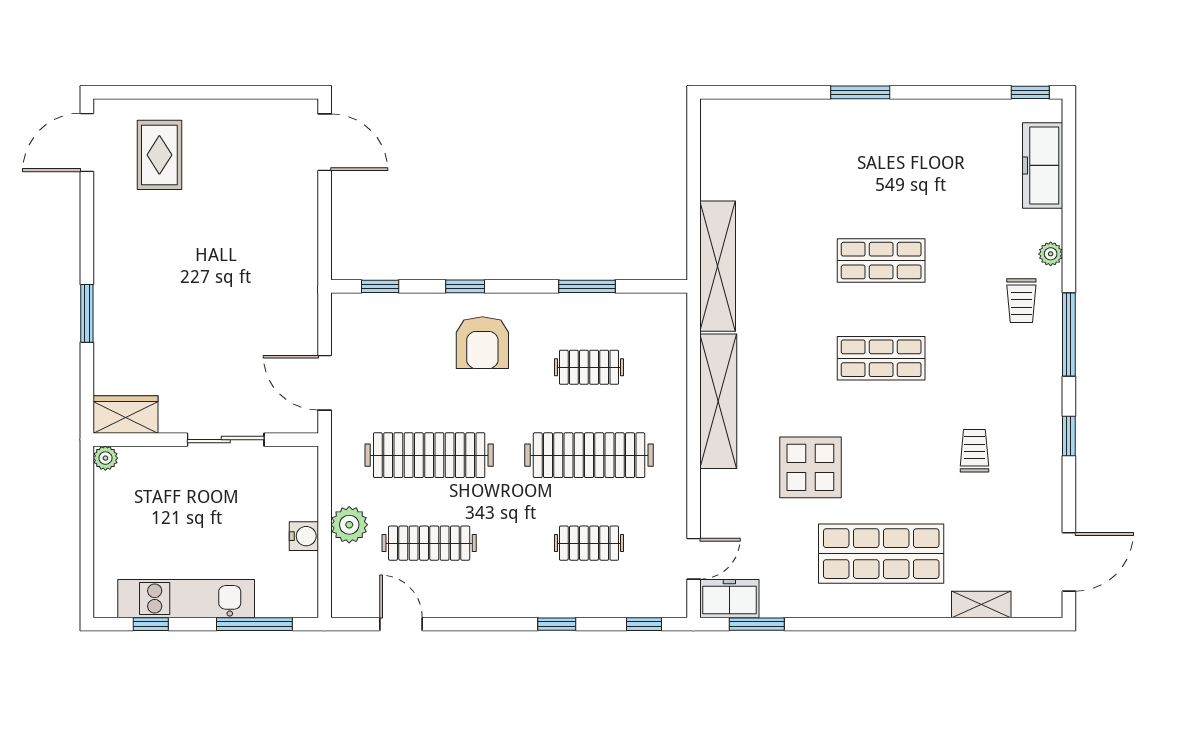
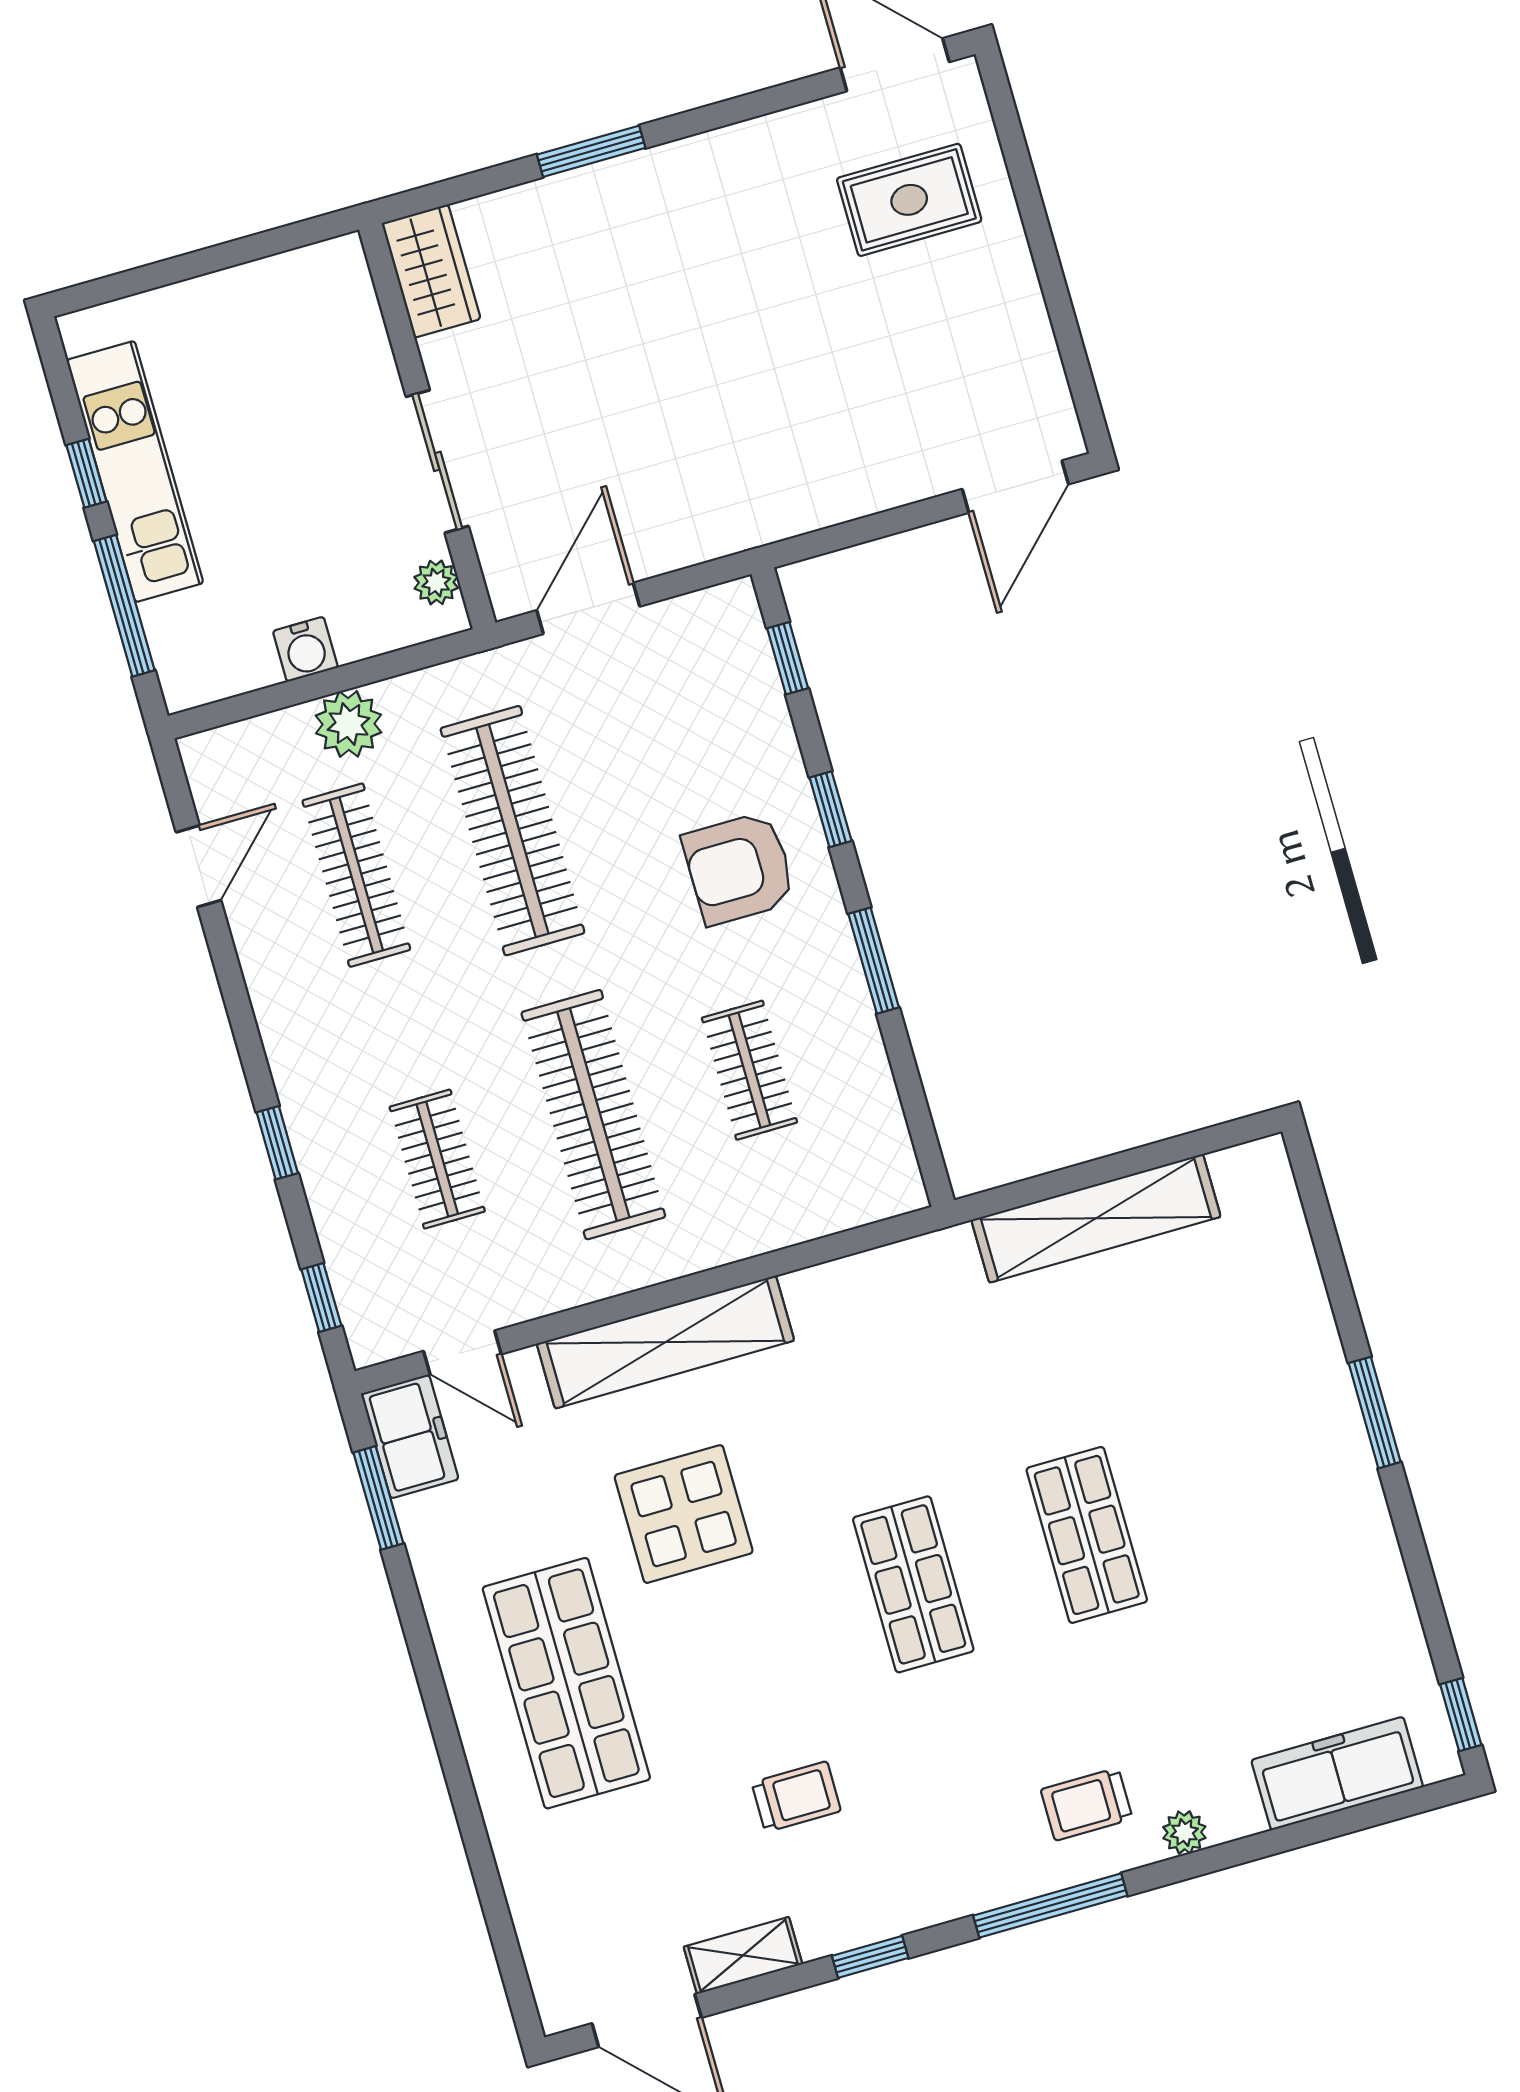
shelving: (718, 266) -> (1096, 1218), moved
window: (587, 286) -> (874, 961), moved
shelving: (718, 401) -> (665, 1342), moved
plant: (105, 458) -> (436, 582), moved
shelving: (981, 604) -> (743, 1955), moved, turned 90
window: (151, 624) -> (86, 473), moved

